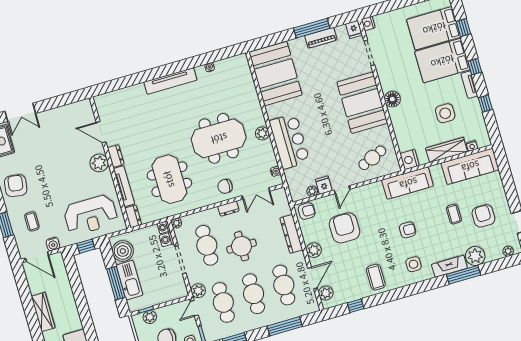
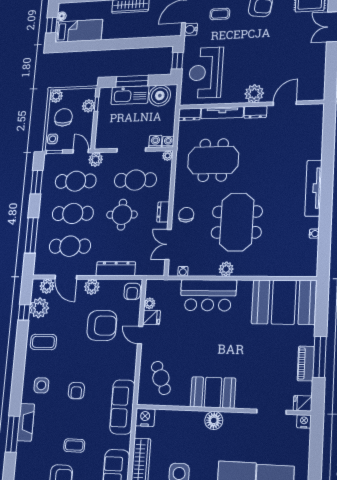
booth: (362, 103) -> (213, 392), width x0.73, depth x0.70
plant: (475, 256) -> (39, 308), moved

